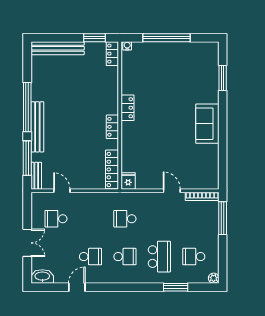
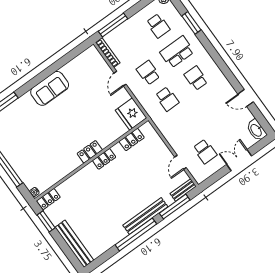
locker: (128, 108) -> (90, 152), moved
locker: (112, 169) -> (132, 139), width x0.66
fridge: (128, 181) -> (131, 114), width x1.88, depth x1.34
school desk: (90, 257) -> (148, 73), moved

